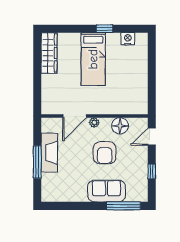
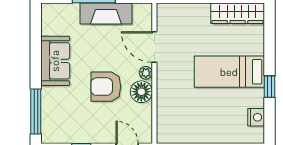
floor lamp: (120, 126) -> (141, 92), moved
sofa: (107, 191) -> (55, 61), moved

